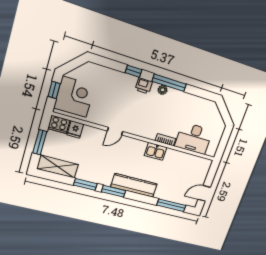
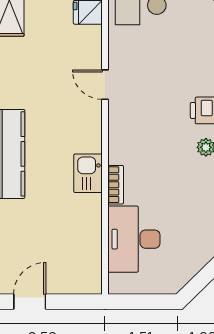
door: (204, 193) -> (30, 302), hinge flipped

